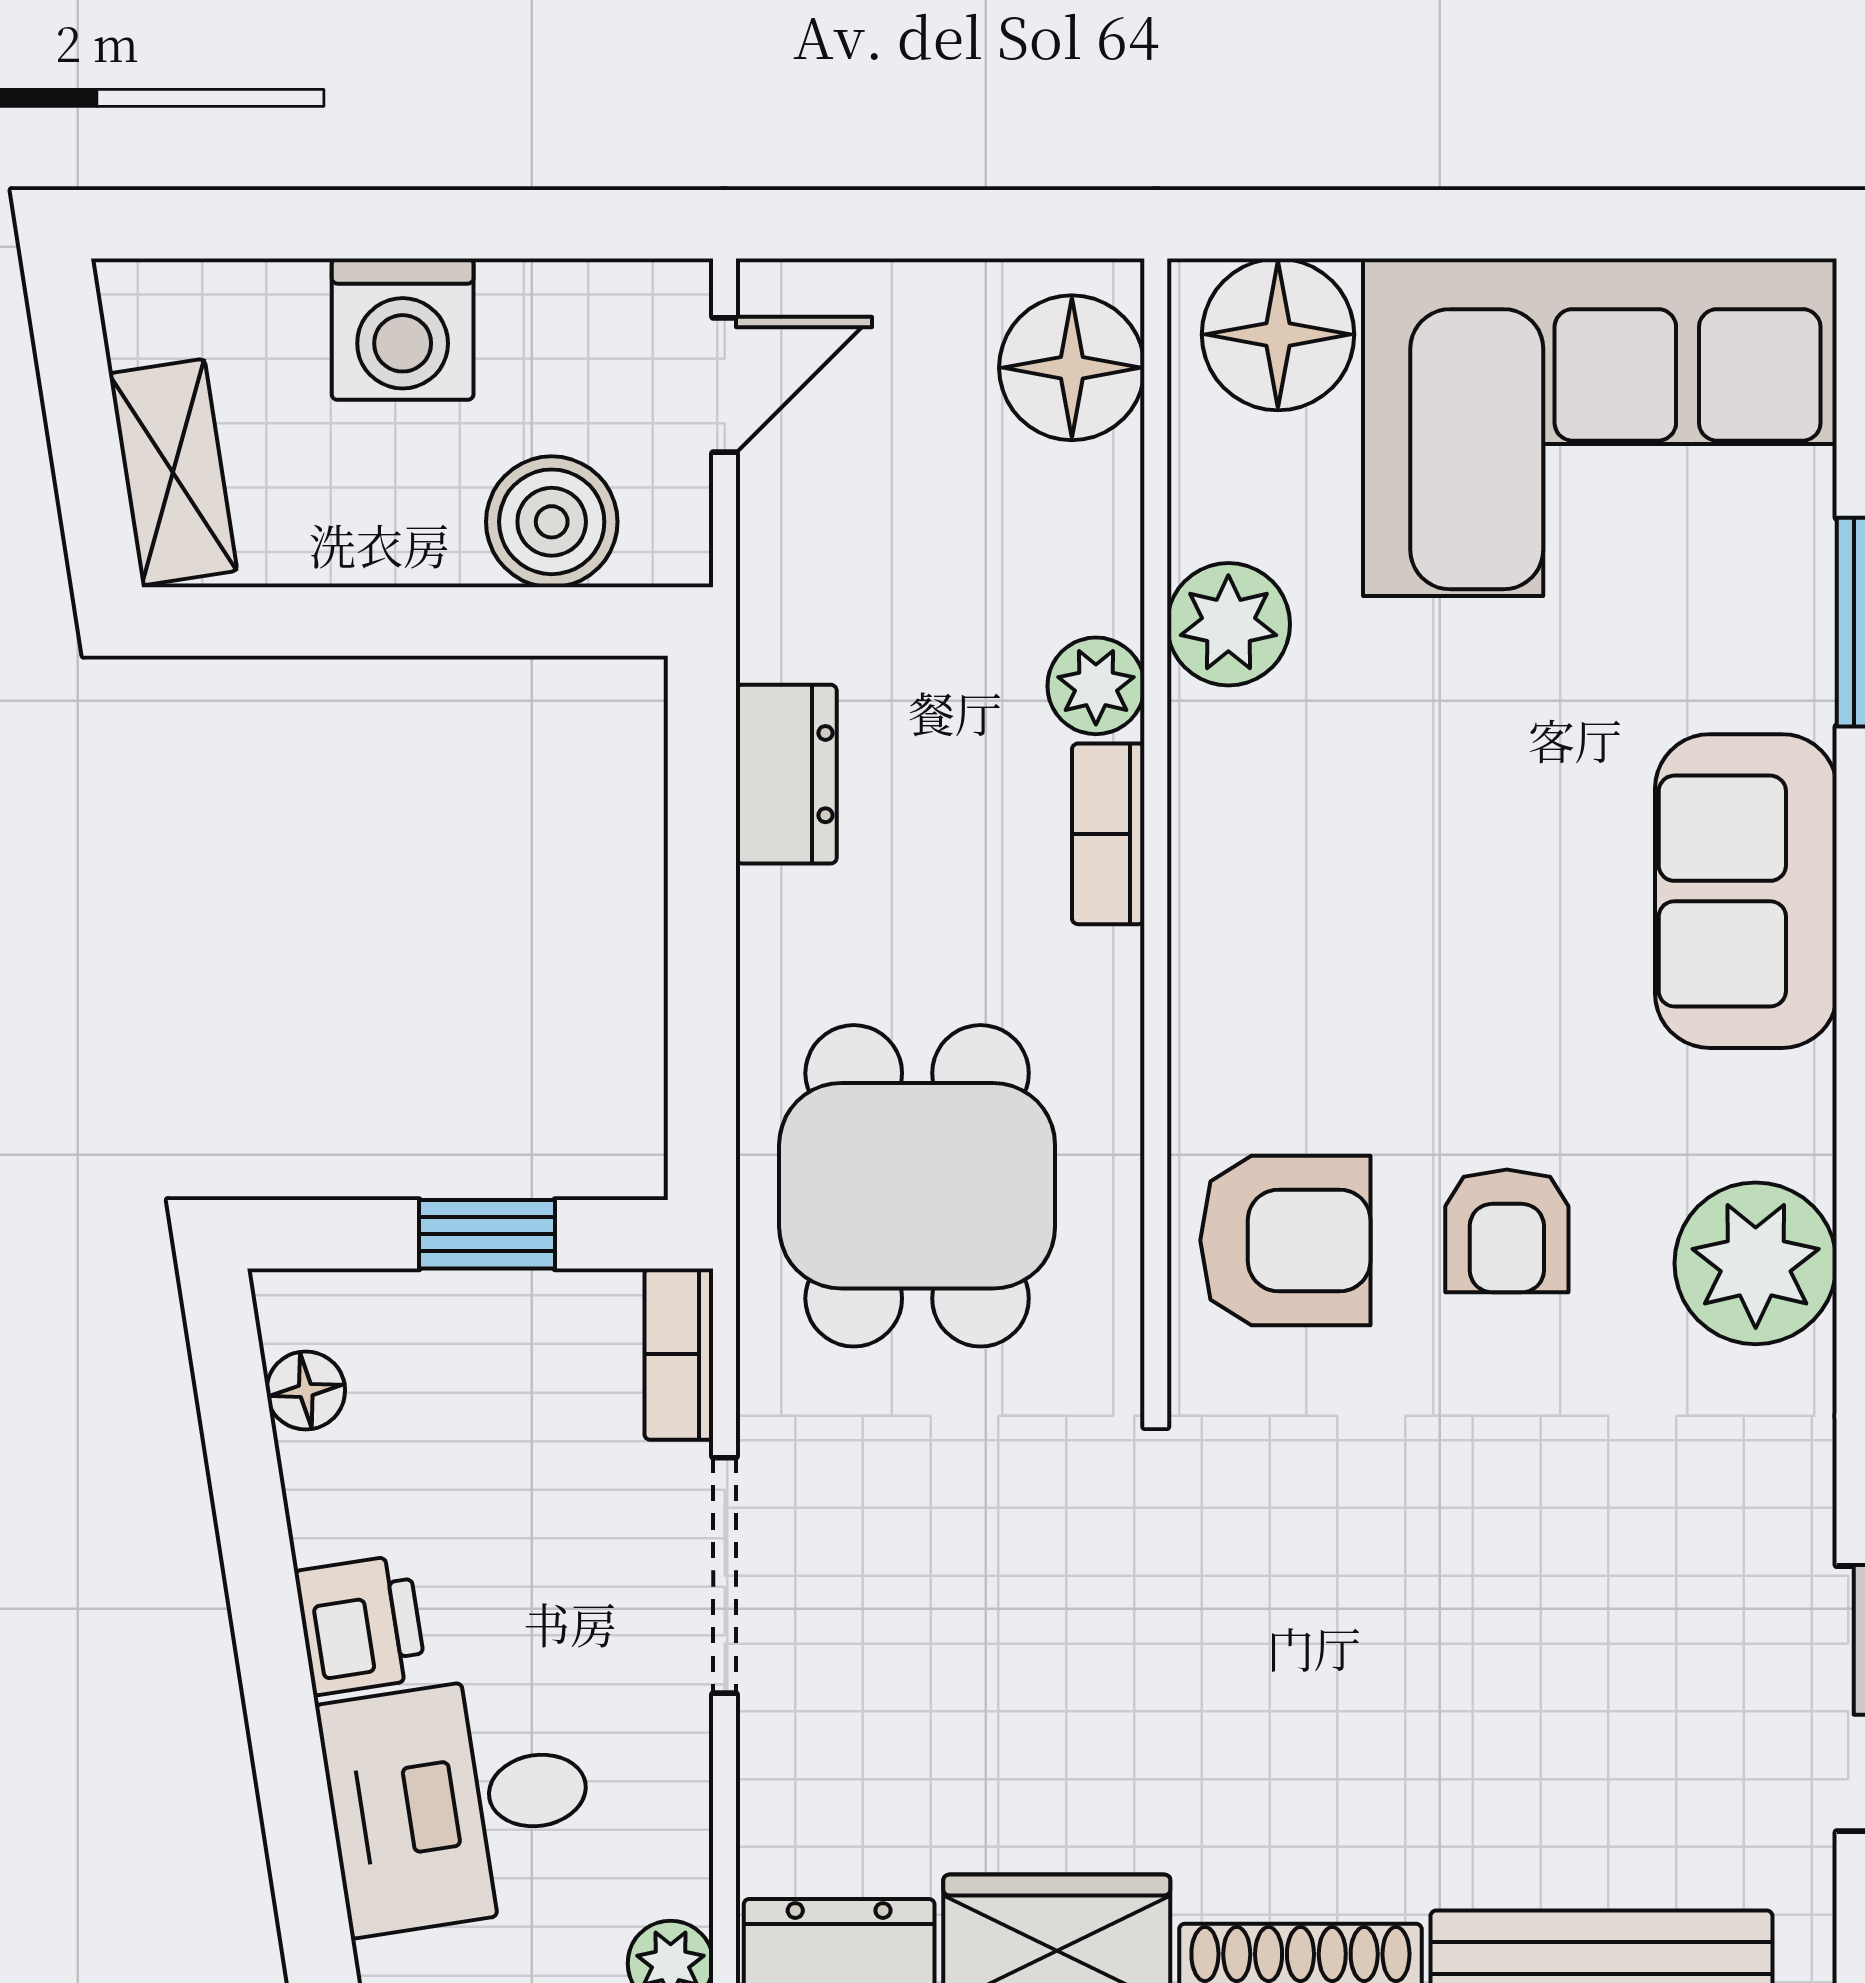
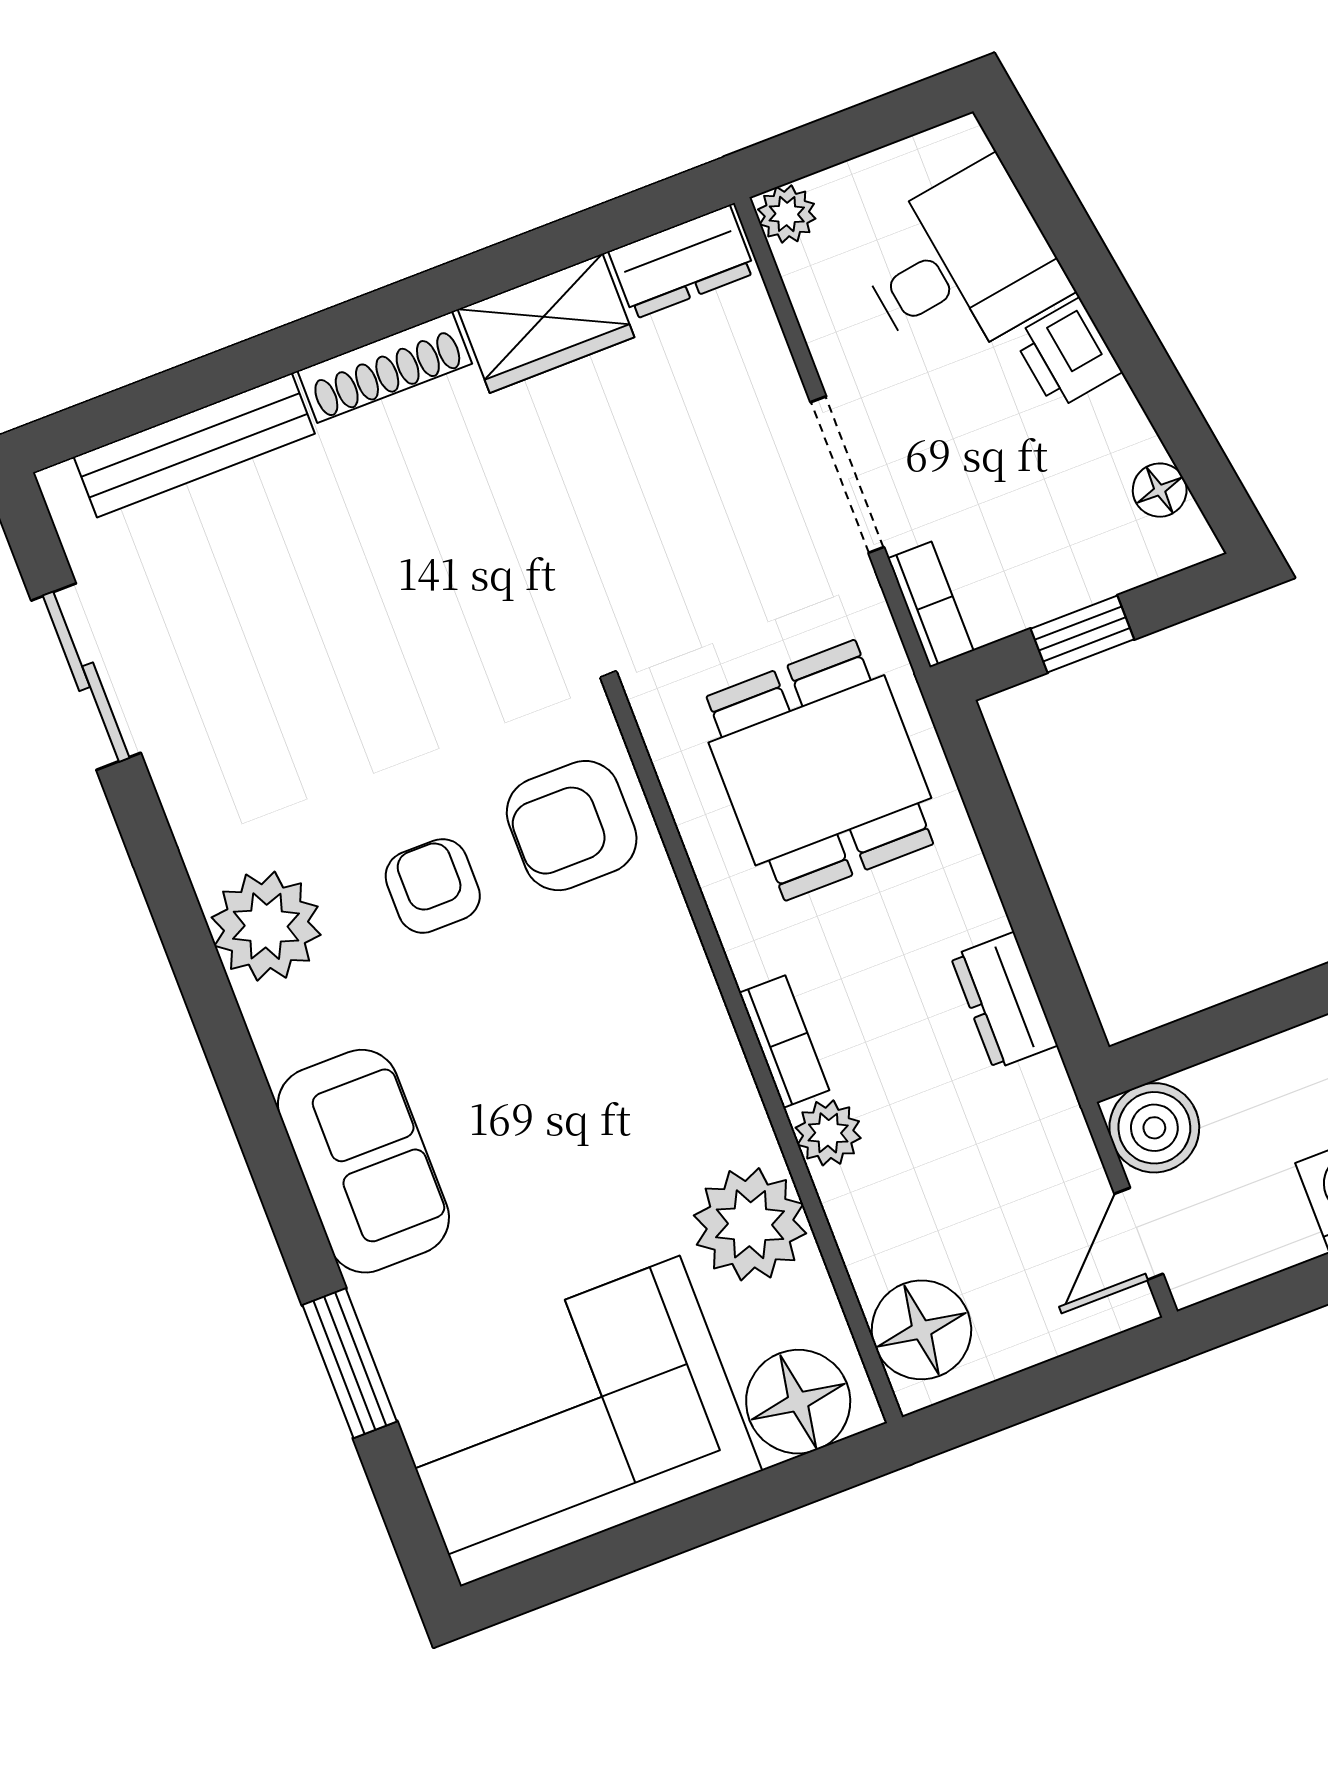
boiler: (552, 522) -> (1154, 1128), moved
plant: (1228, 624) -> (750, 1224), width x1.36, depth x1.36

